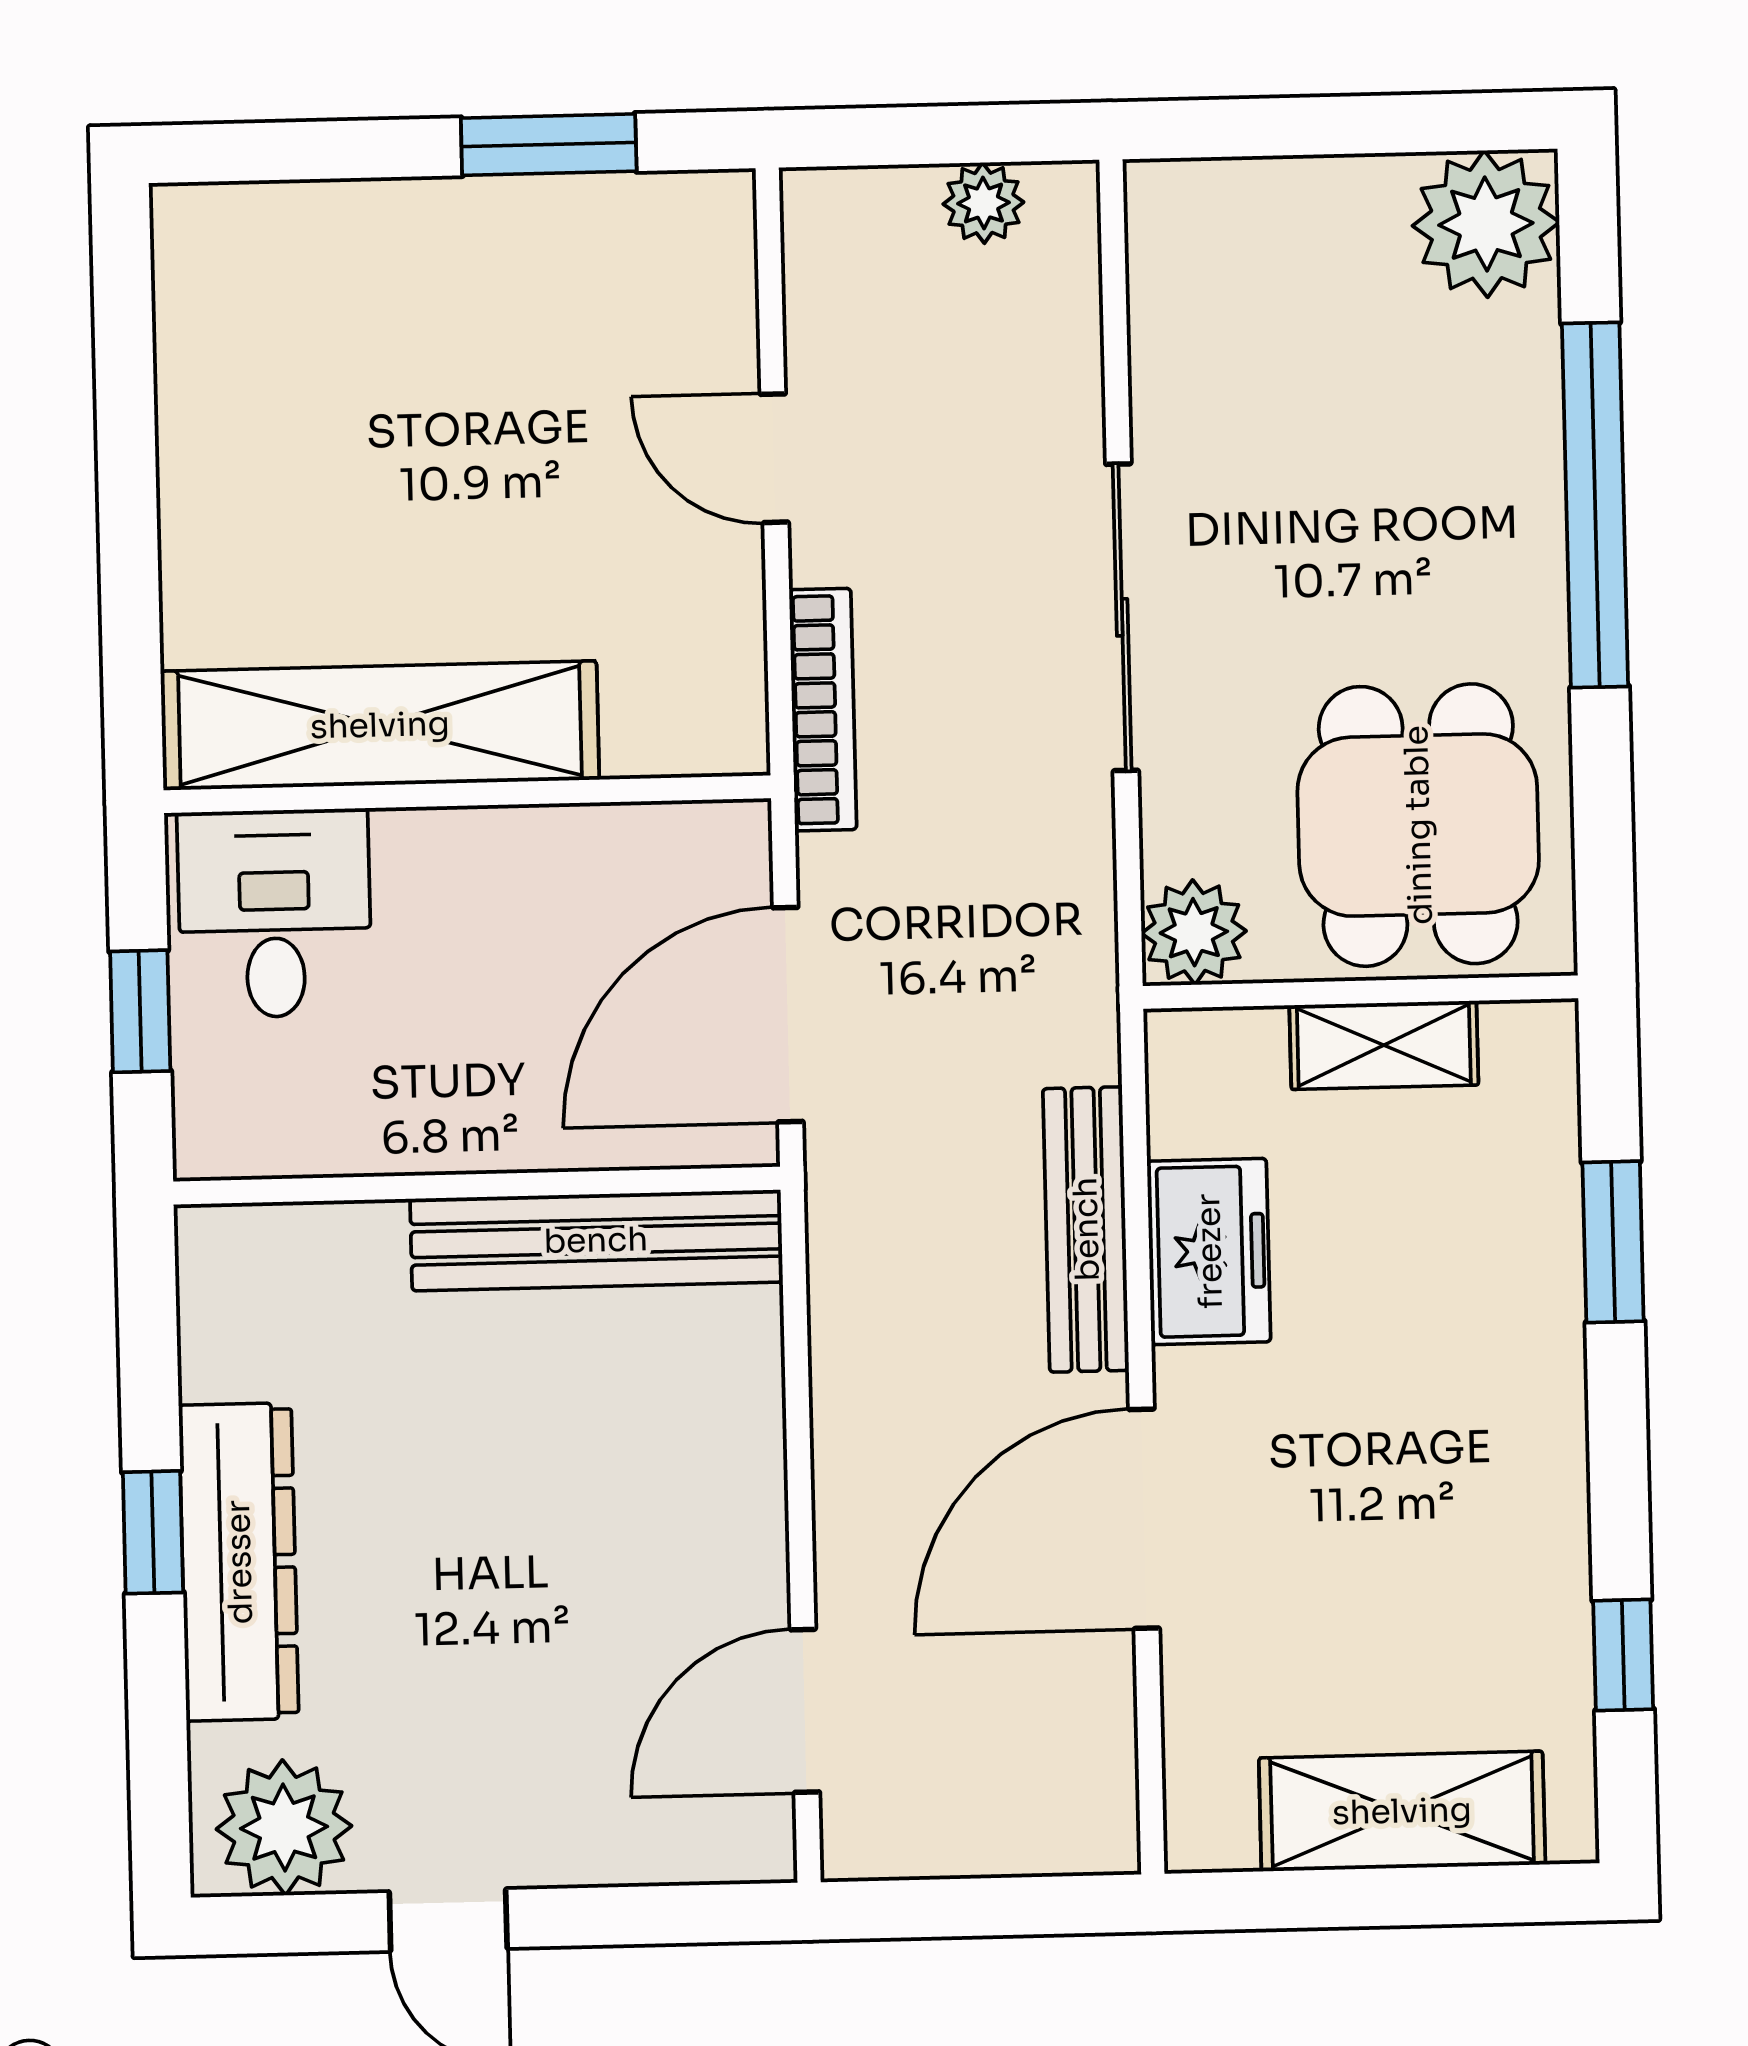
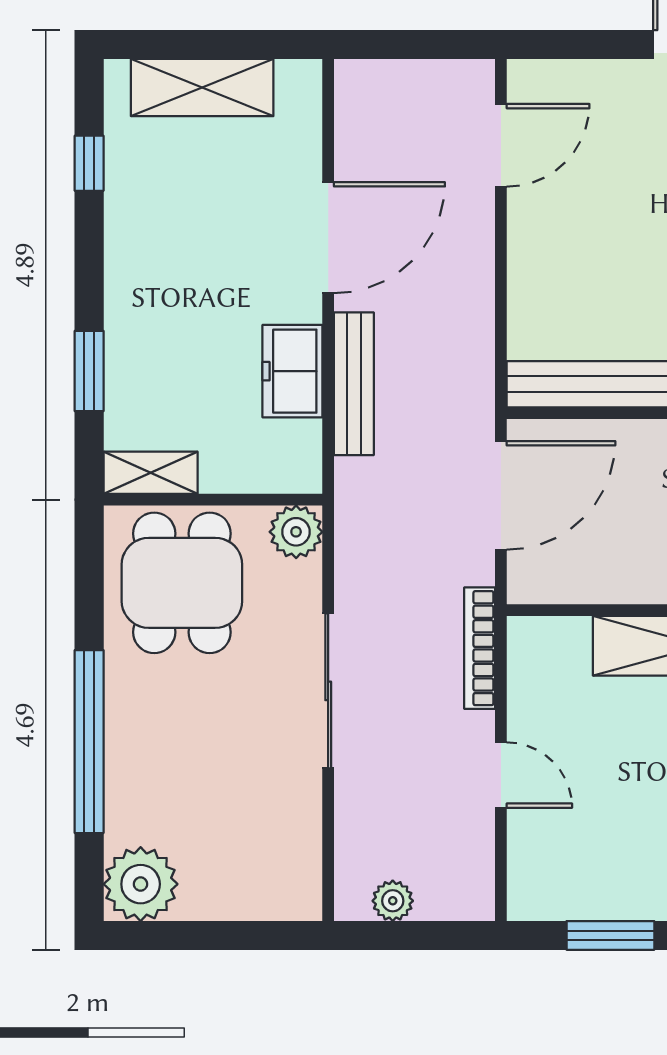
shelving: (1384, 1045) -> (151, 473), moved

